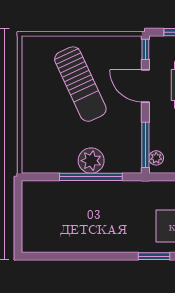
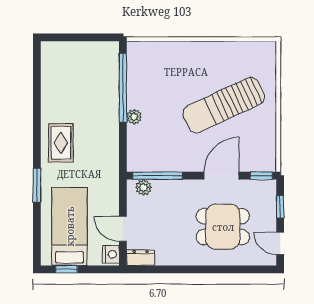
plant: (91, 161) -> (134, 117), width x0.53, depth x0.53
window: (91, 177) -> (123, 88), moved
rug: (115, 234) -> (61, 143), added

